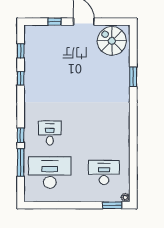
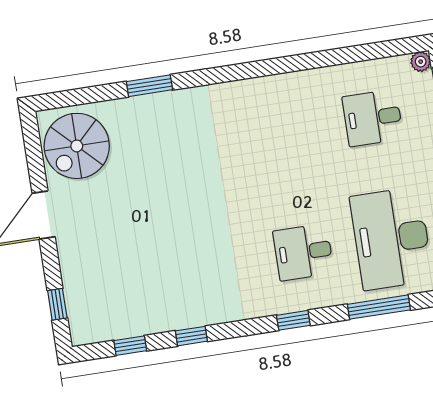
window: (55, 22) -> (57, 304), moved
window: (21, 135) -> (293, 320), moved
desk: (104, 173) -> (373, 118), width x0.73

